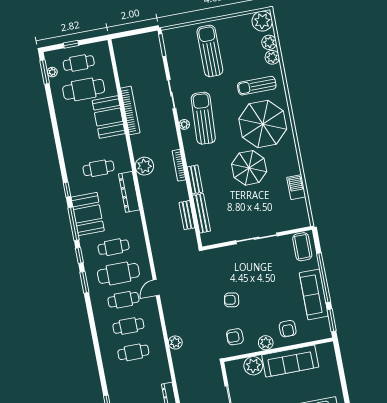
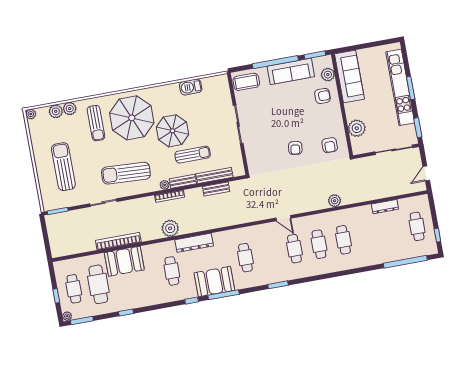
plant: (262, 21) -> (31, 114), width x0.53, depth x0.53
sun lounger: (210, 51) -> (63, 167), turned 90
plant: (52, 72) -> (67, 316), moved
plant: (184, 124) -> (165, 185), moved
sun lounger: (224, 190) -> (193, 155), added
window: (79, 255) -> (126, 312), moved
cafe table: (118, 273) -> (270, 253), removed
plant: (266, 343) -> (328, 75), moved
sofa: (290, 361) -> (349, 77), moved

